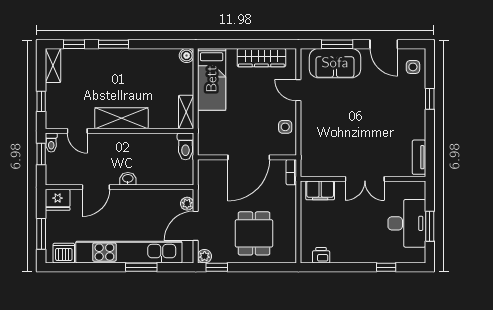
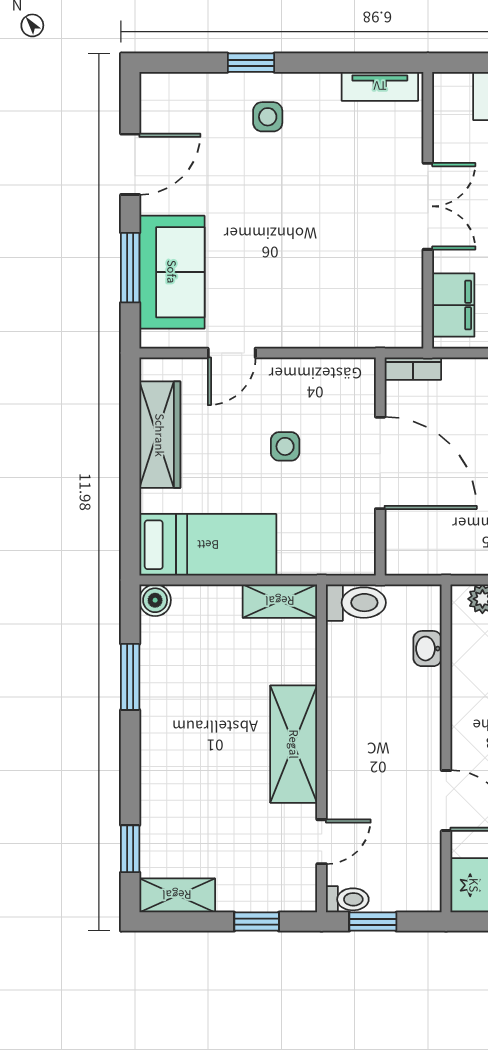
window: (114, 44) -> (130, 677), moved
side table: (413, 67) -> (268, 117), moved
side table: (285, 127) -> (285, 446), moved
washbasin: (128, 179) -> (427, 649), moved

